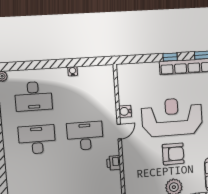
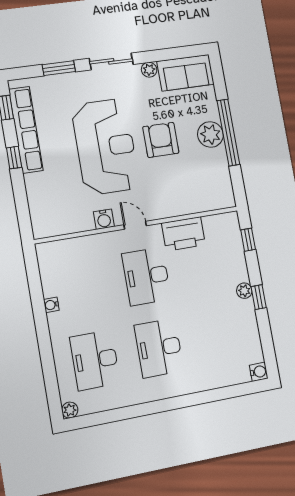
desk: (33, 96) -> (95, 360), turned 180
reception desk: (172, 117) -> (106, 147), turned 180
printer: (114, 163) -> (184, 234), width x1.87, depth x1.48

